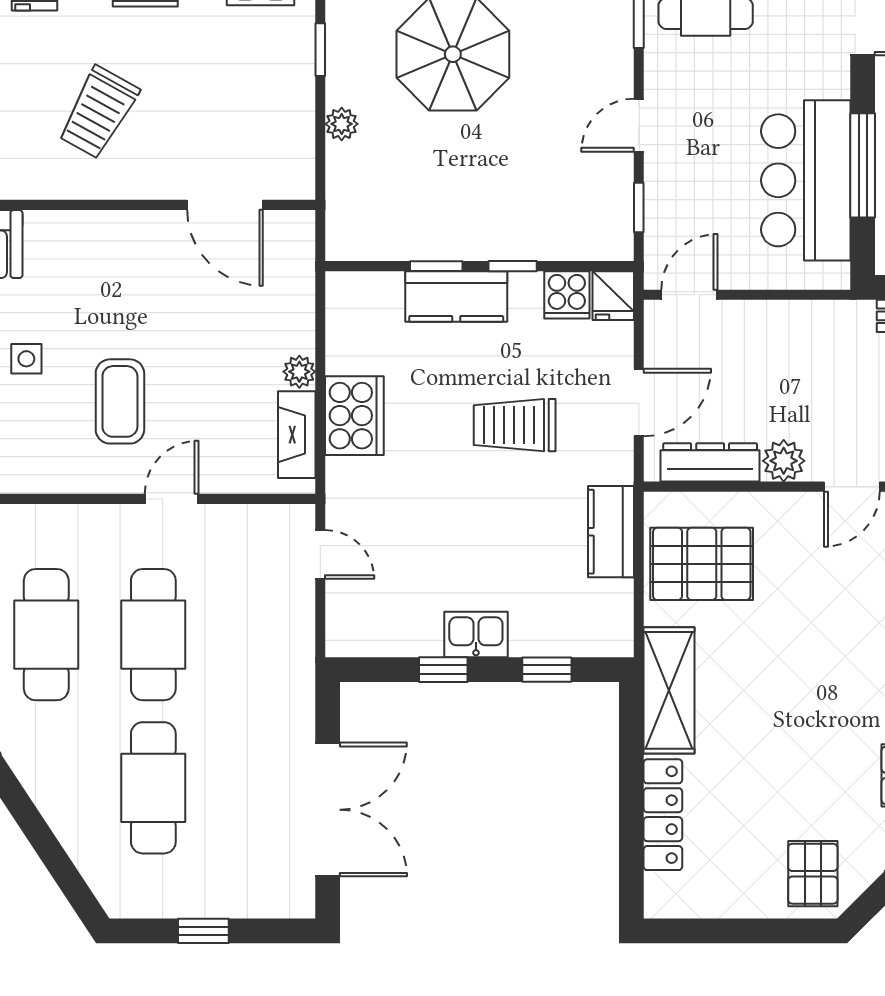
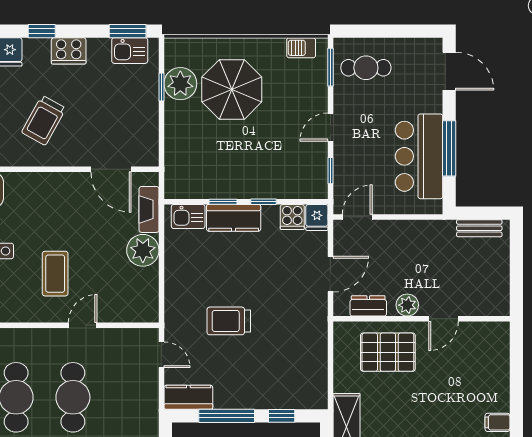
plant: (342, 124) -> (180, 84), moved, width x1.87, depth x1.87
plant: (299, 372) -> (143, 250), width x1.87, depth x1.87
cooker: (354, 416) -> (180, 281), removed
trolley: (515, 425) -> (229, 321), moved
fireplace: (297, 435) -> (149, 209), moved
dresser: (710, 462) -> (368, 306), width x0.70
kitchen counter: (611, 532) -> (188, 397), moved, turned 90
pallet: (702, 564) -> (388, 352), moved
kitchen sink: (476, 634) -> (188, 217), moved, turned 180
window: (443, 670) -> (227, 416), width x2.17

